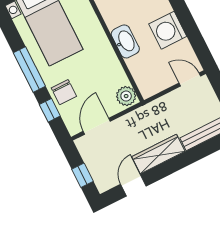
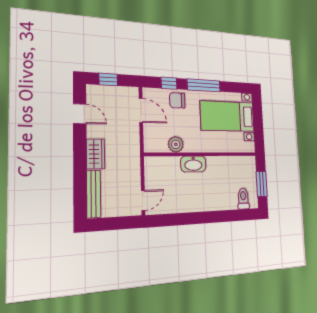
washing machine: (168, 30) -> (188, 200), removed
plant: (126, 96) -> (176, 144), moved
wardrobe: (158, 154) -> (95, 154), width x0.67

